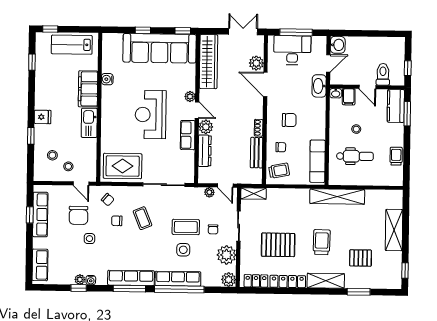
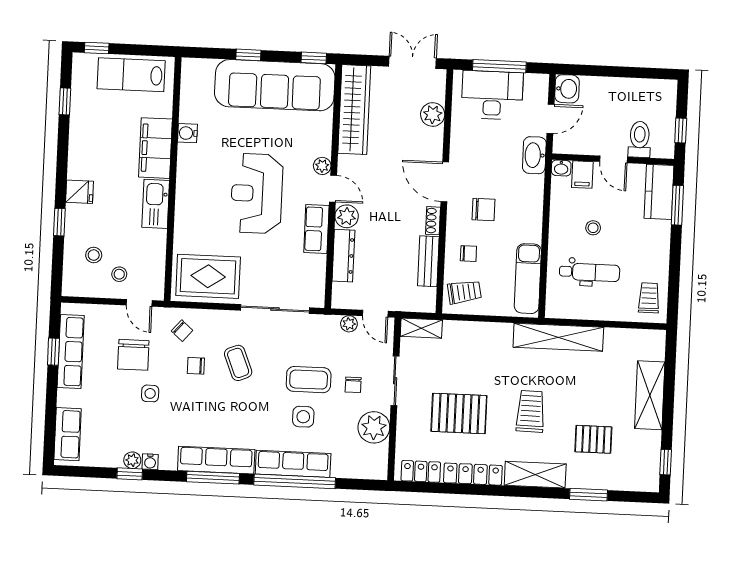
door: (265, 84) -> (445, 182), moved
trolley: (396, 156) -> (649, 298), moved
plant: (229, 280) -> (376, 468), removed

